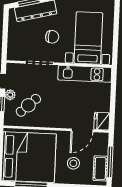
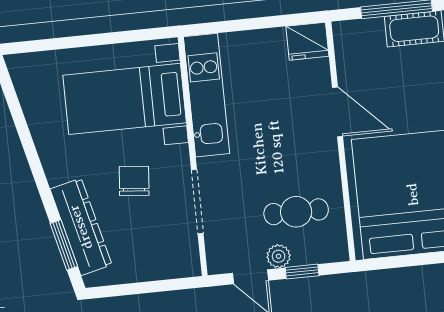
cafe table: (28, 105) -> (296, 212), turned -47
door: (82, 130) -> (337, 112), moved
stool: (73, 163) -> (412, 91), removed

